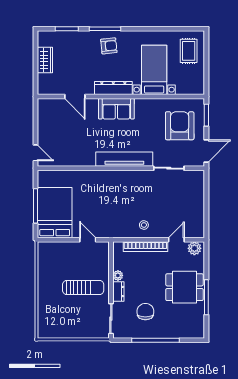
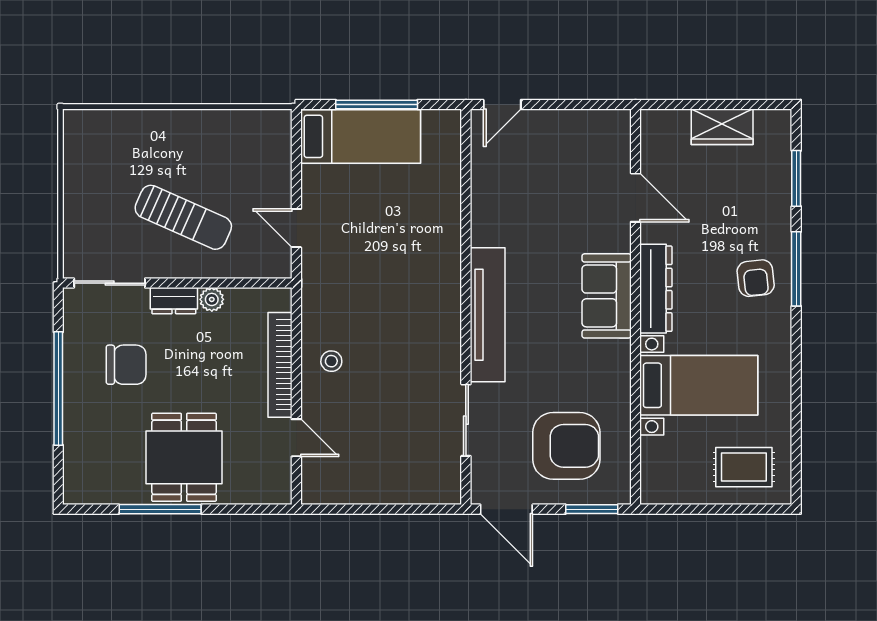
door: (75, 97) -> (636, 198), swing flipped
bed: (55, 213) -> (361, 136), width x0.67
door: (88, 240) -> (296, 228), swing flipped
plant: (194, 248) -> (276, 481), removed
sun lounger: (83, 288) -> (183, 217), turned -66

